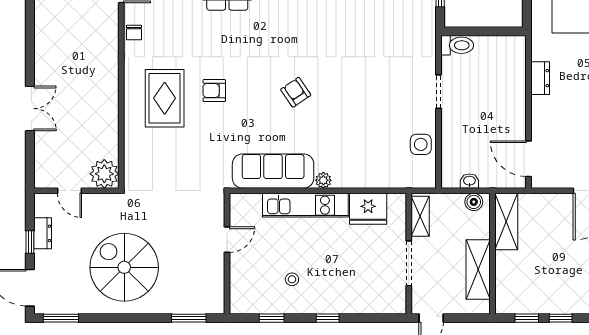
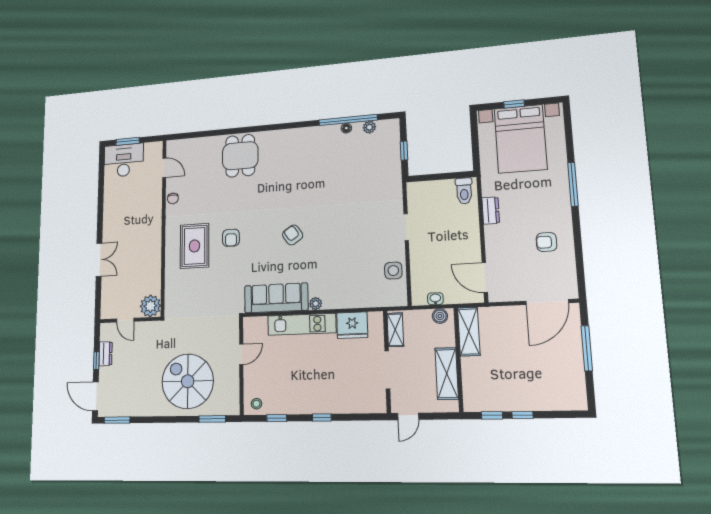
toilet: (457, 45) -> (464, 191), moved, turned 90
armchair: (214, 91) -> (231, 238), turned -90
spiral stairs: (124, 267) -> (188, 381), moved
stool: (292, 279) -> (256, 404), moved

